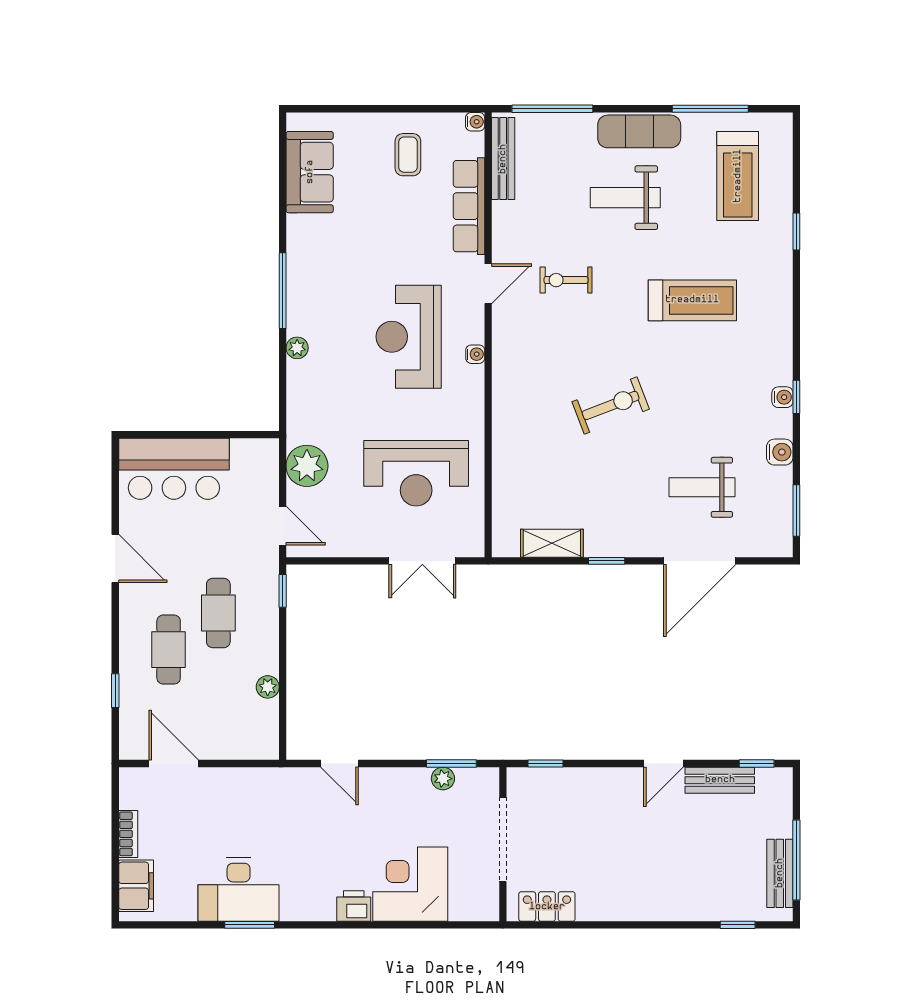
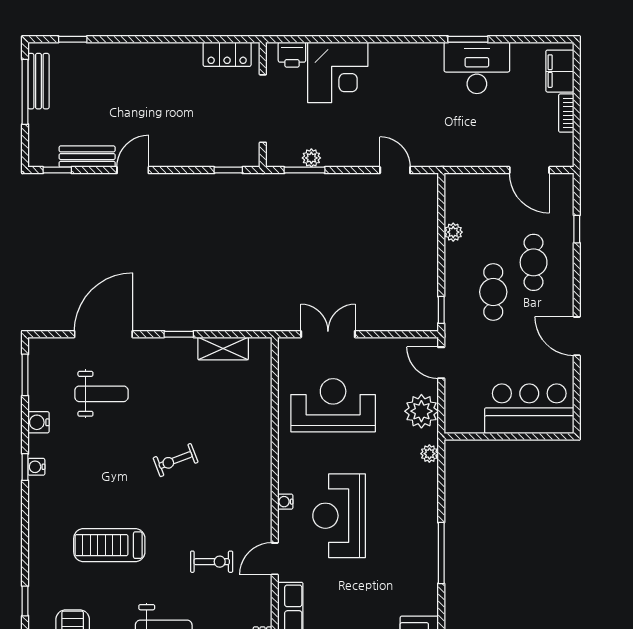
reception desk: (409, 337) -> (339, 516), turned 180
plant: (297, 348) -> (429, 454), moved
exercise bike: (611, 405) -> (176, 460), width x0.73, depth x0.72
printer: (354, 906) -> (292, 55), moved

